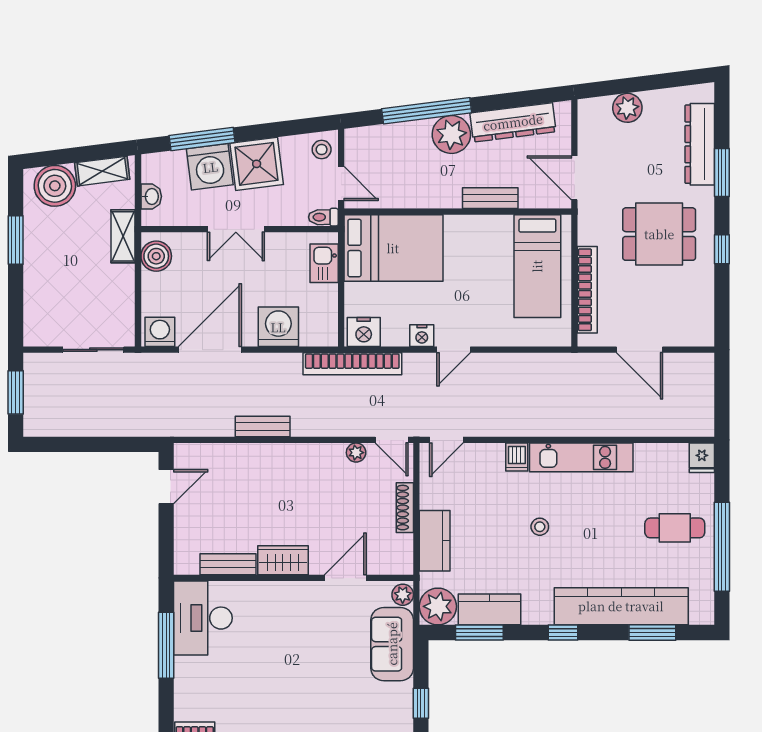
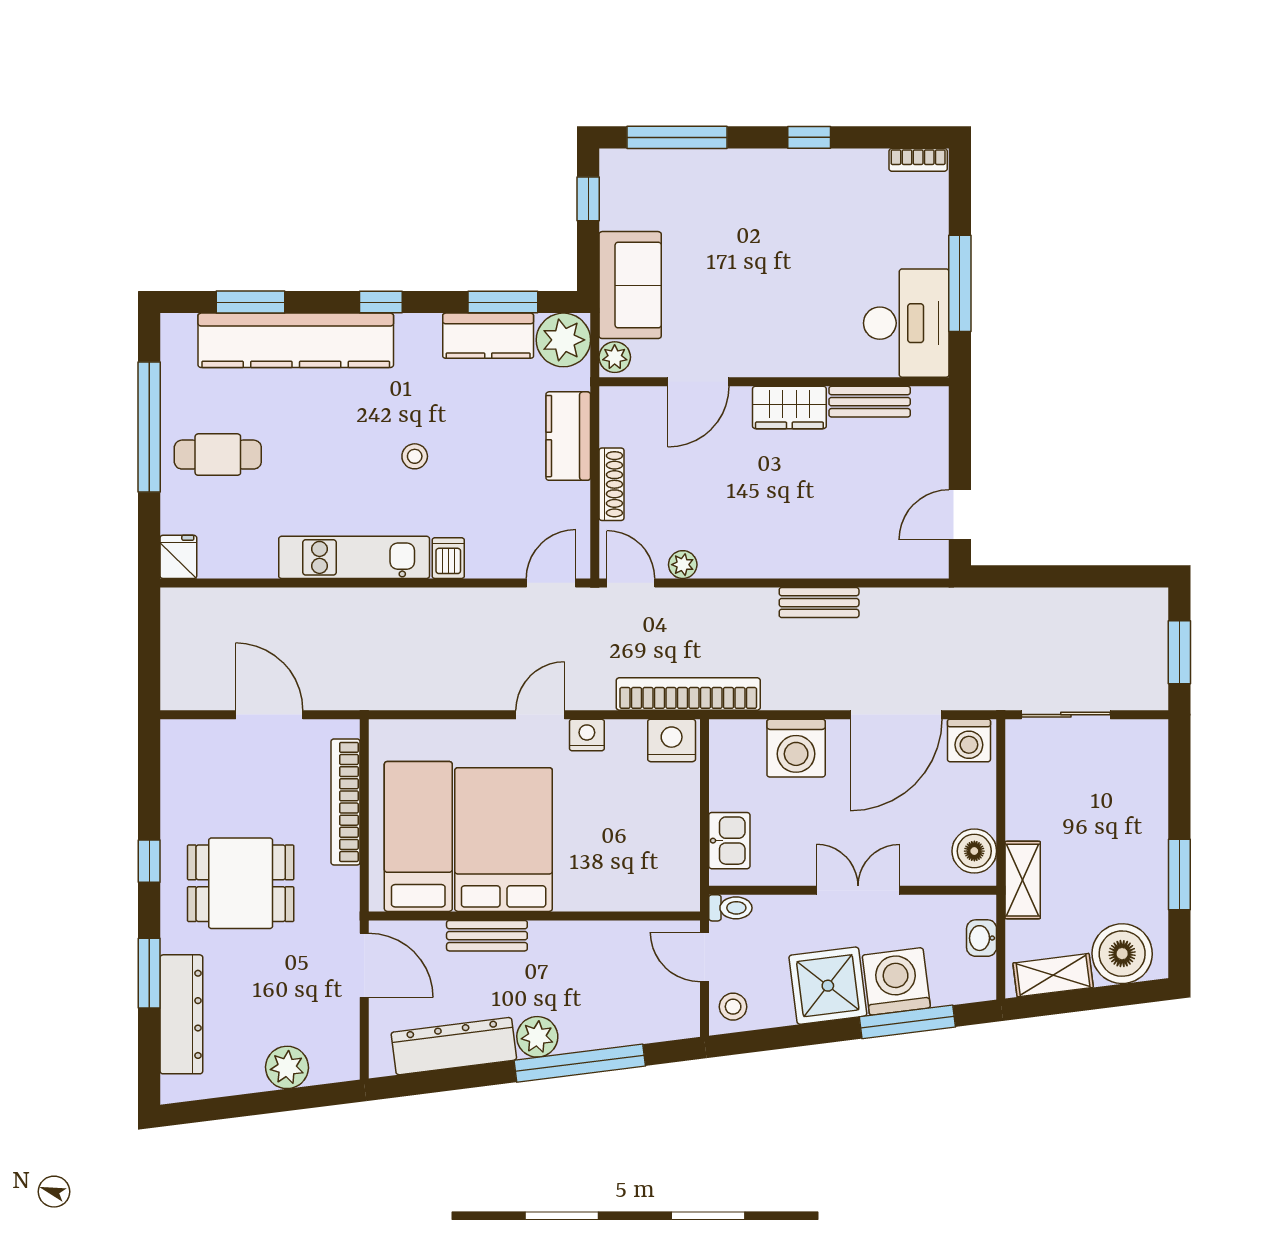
plant: (451, 134) -> (537, 1037), width x0.73, depth x0.73
bed: (393, 248) -> (504, 840), moved, turned 90

